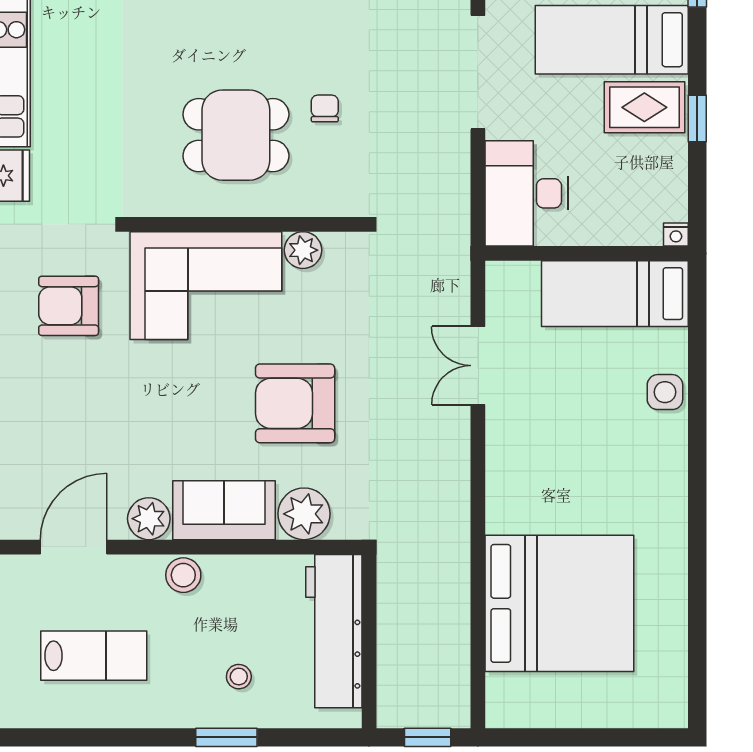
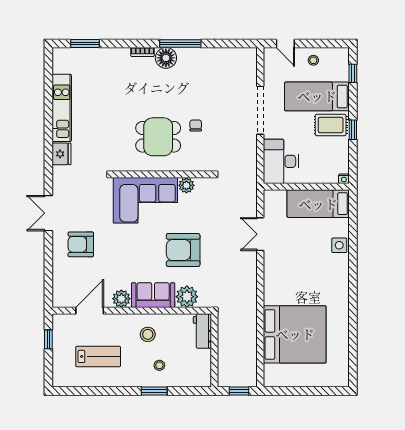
armchair: (69, 306) -> (81, 244), moved
stool: (183, 575) -> (148, 334), moved
workbench: (334, 631) -> (202, 331), width x0.53, depth x0.76

